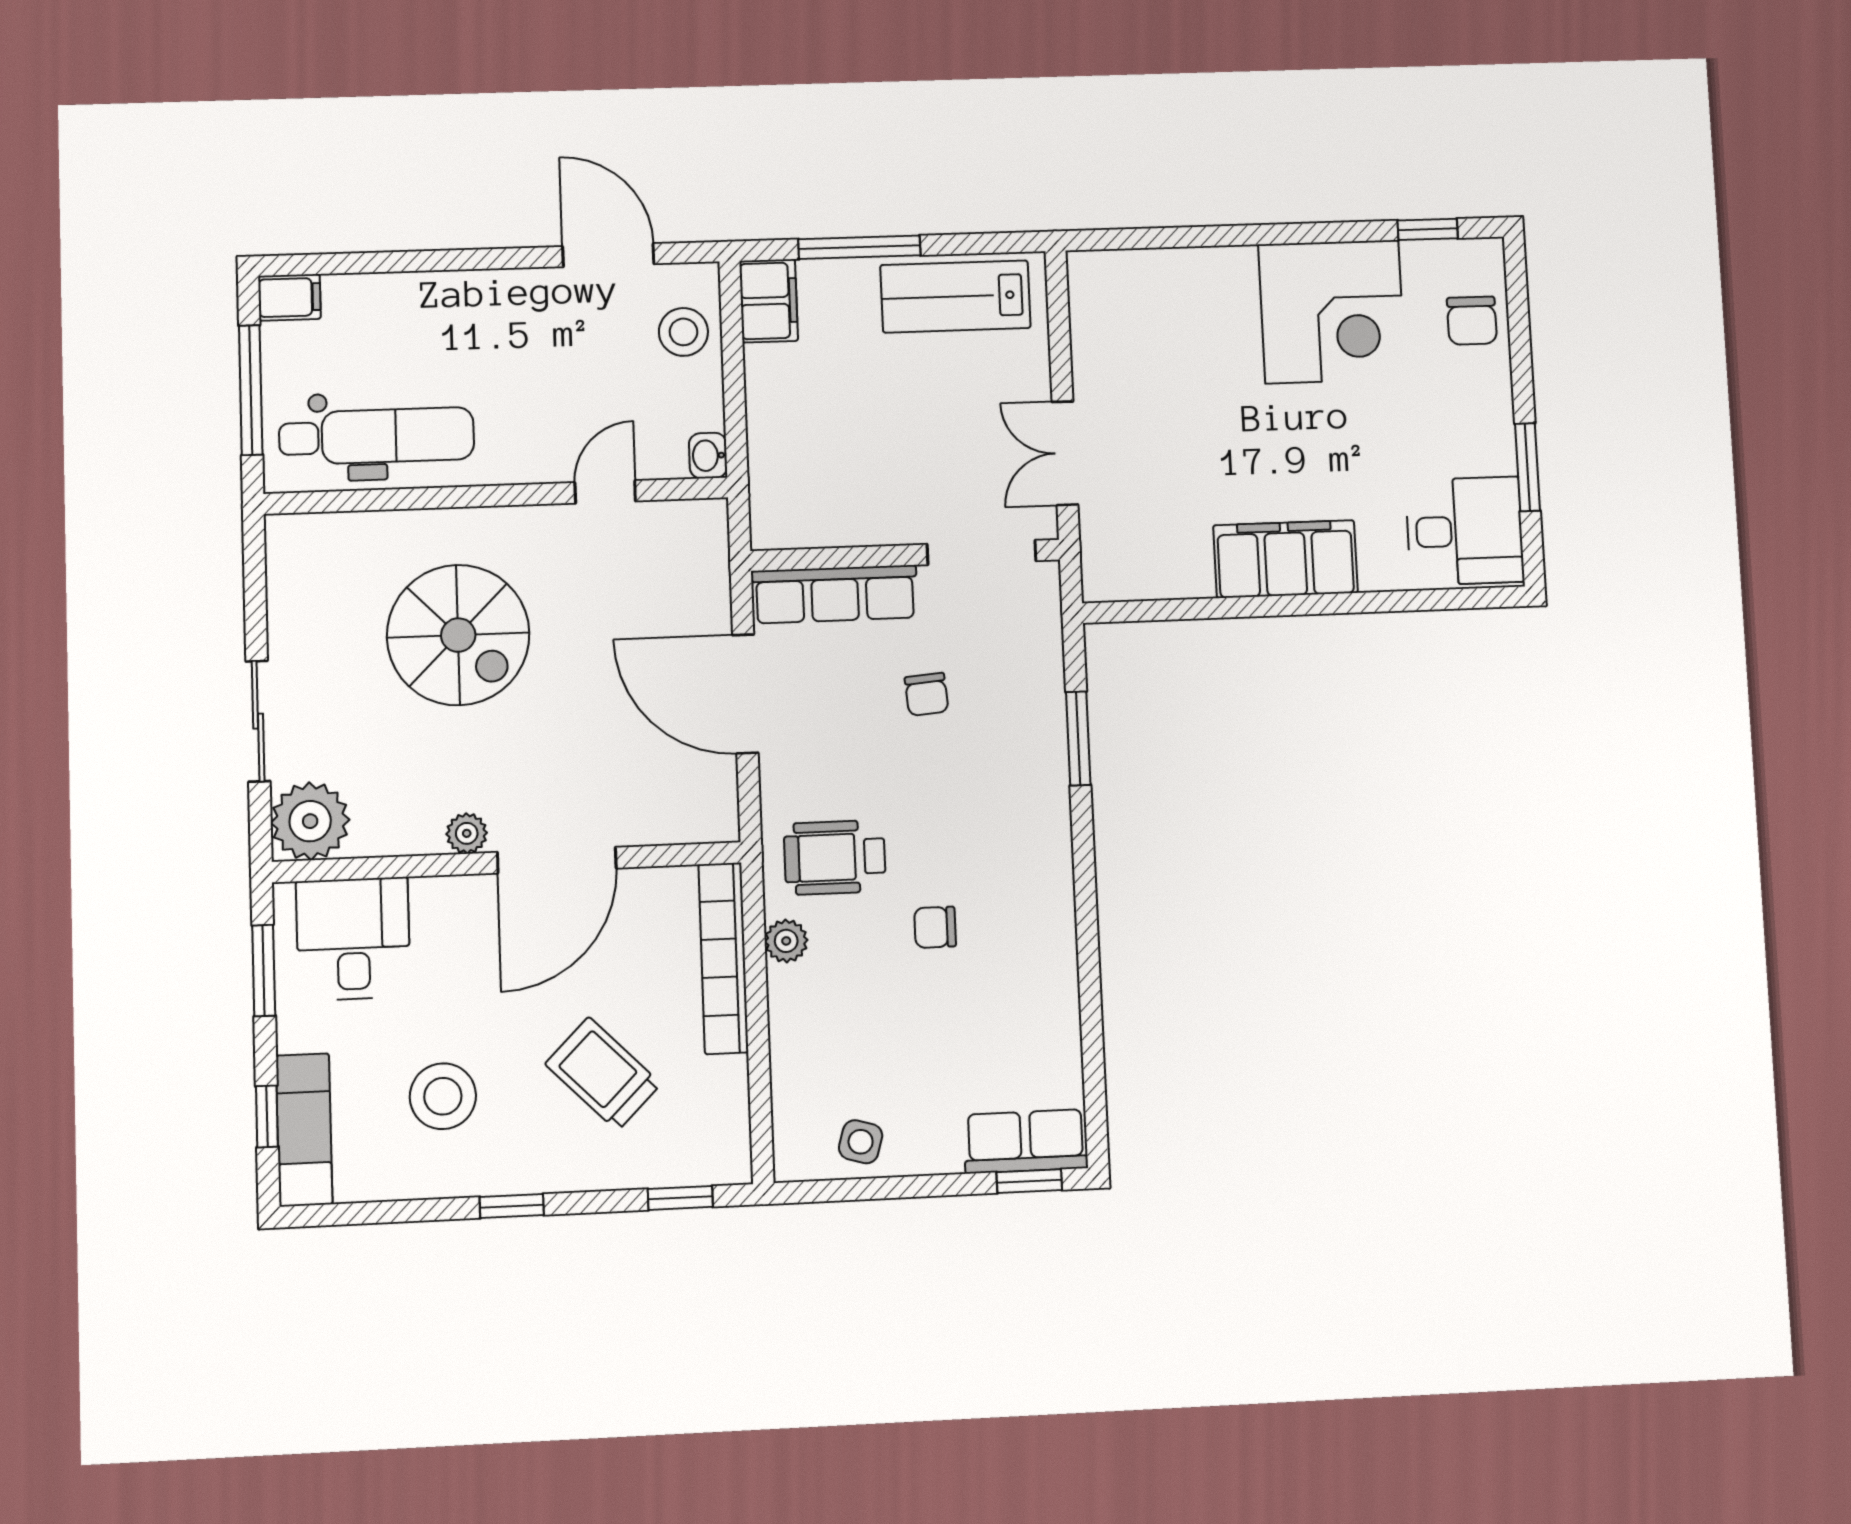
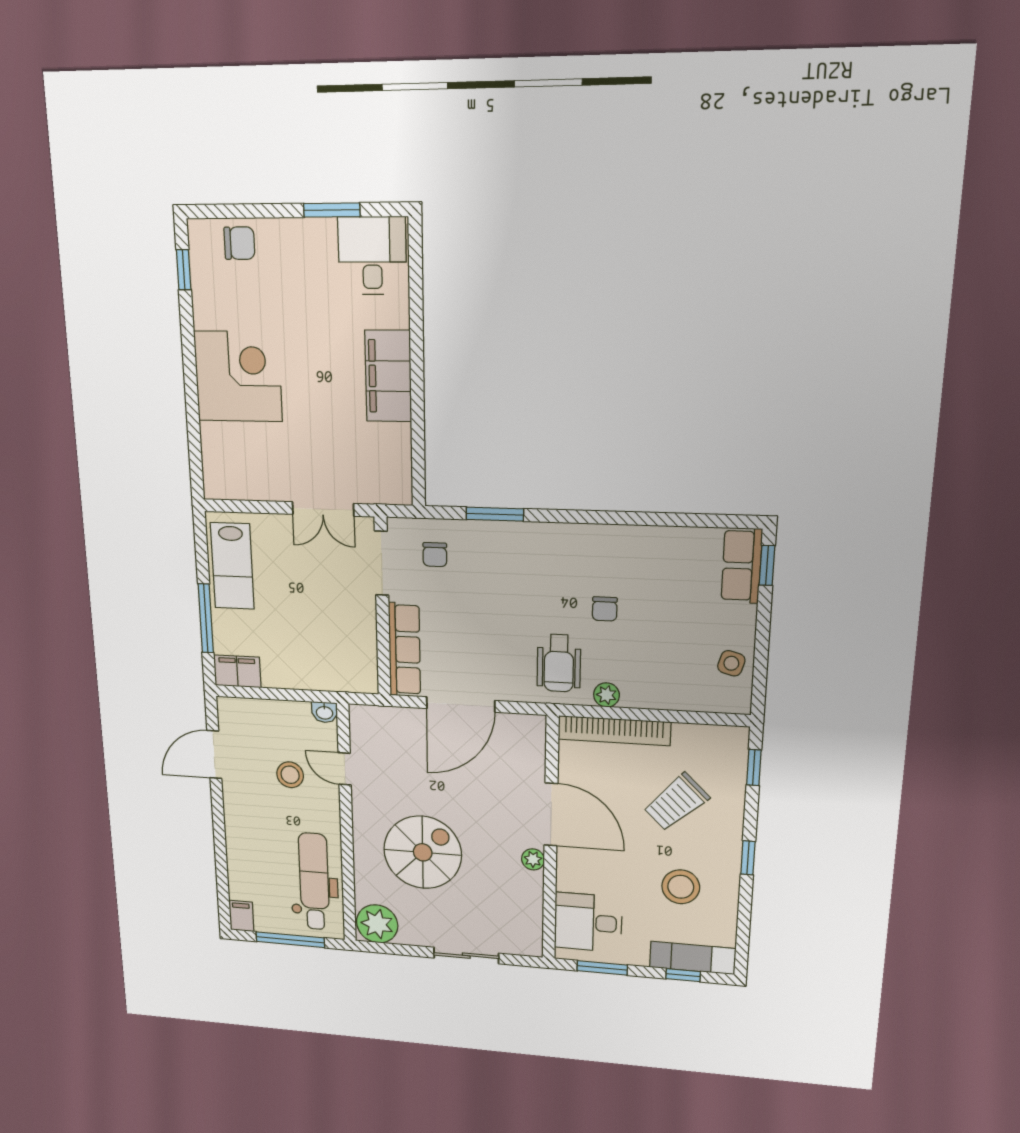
corner desk: (1332, 312) -> (238, 376), moved
stool: (683, 332) -> (290, 775), moved
chair: (927, 694) -> (435, 555), moved, turned 95
plant: (310, 821) -> (377, 924), moved

